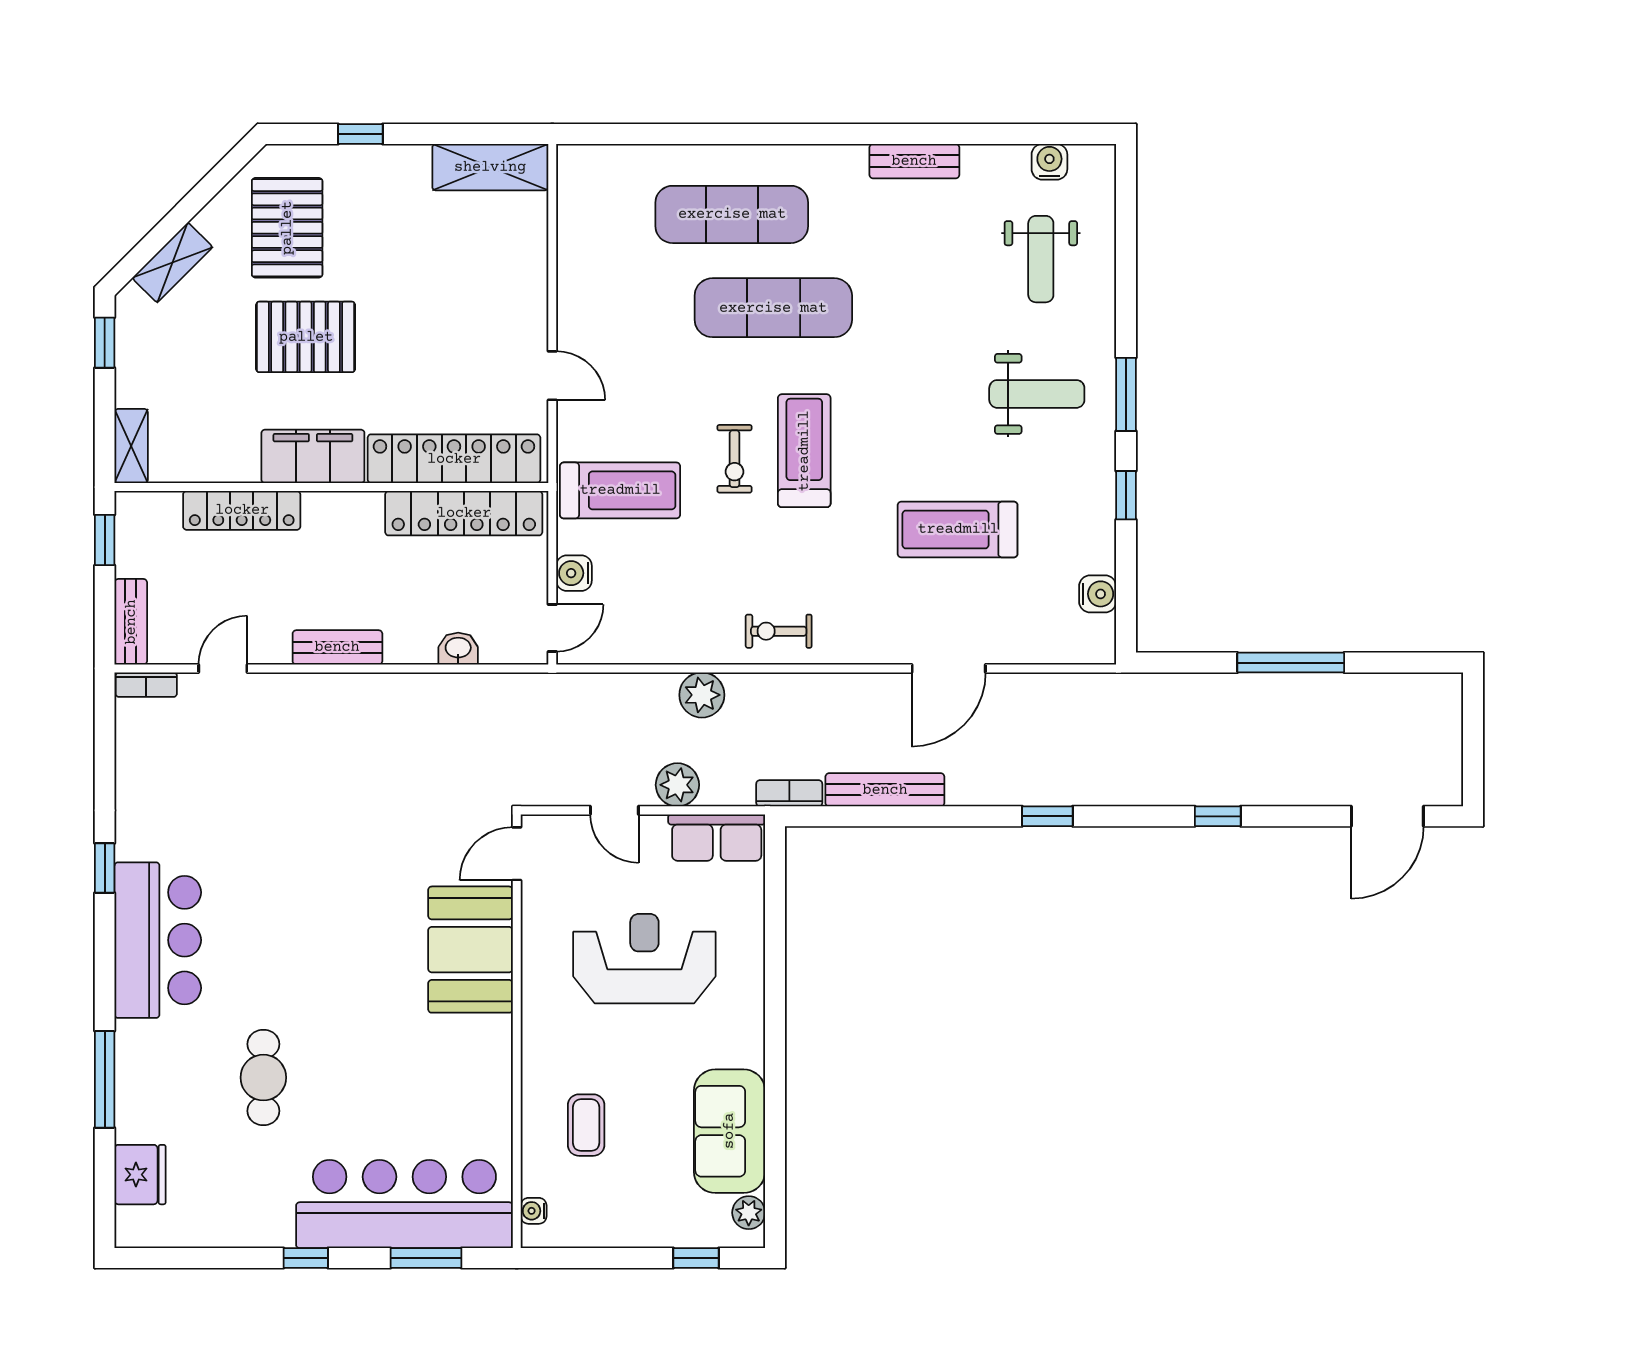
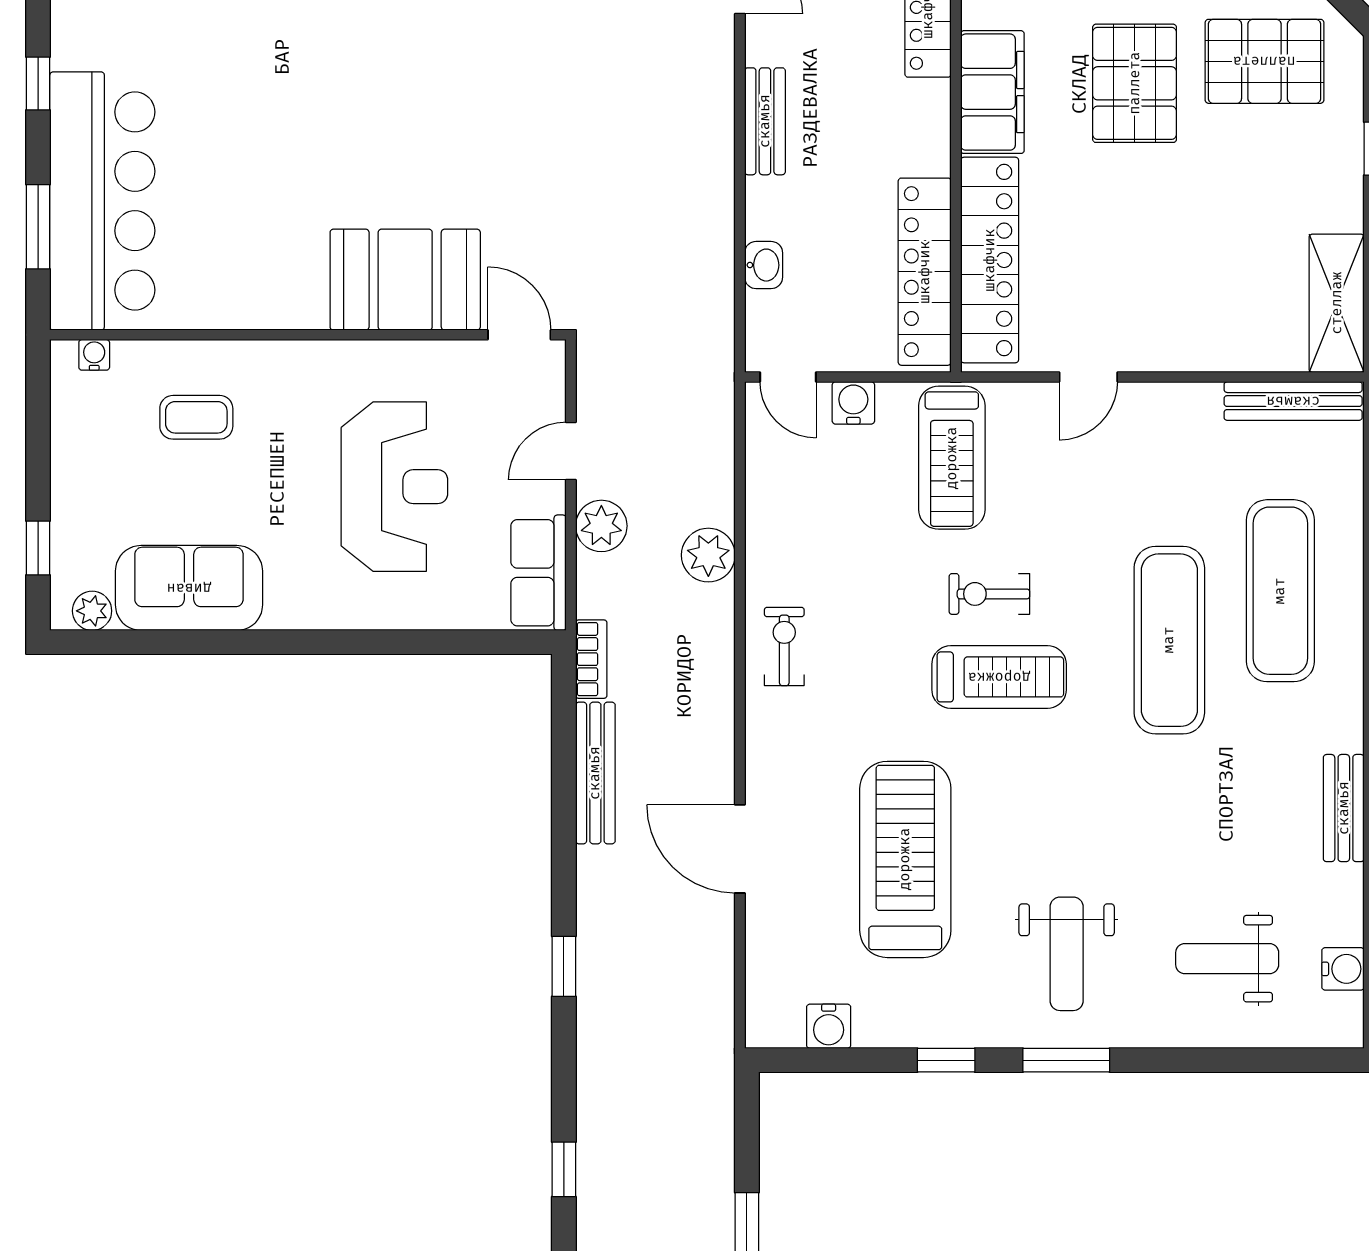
bench: (572, 204) -> (1293, 401), added
treadmill: (958, 529) -> (905, 859), width x1.37, depth x1.37
cafe table: (263, 1078) -> (253, 33), removed

